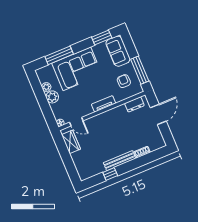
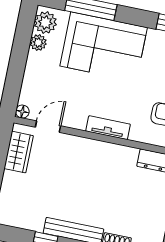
plant: (52, 97) -> (45, 22), moved
door: (76, 122) -> (48, 127), swing flipped

